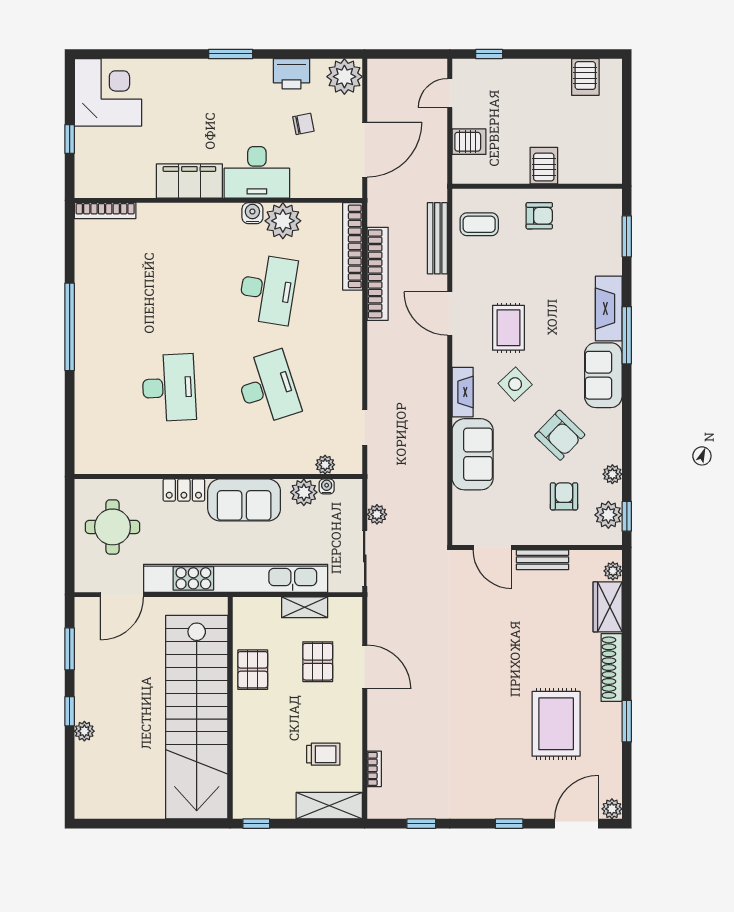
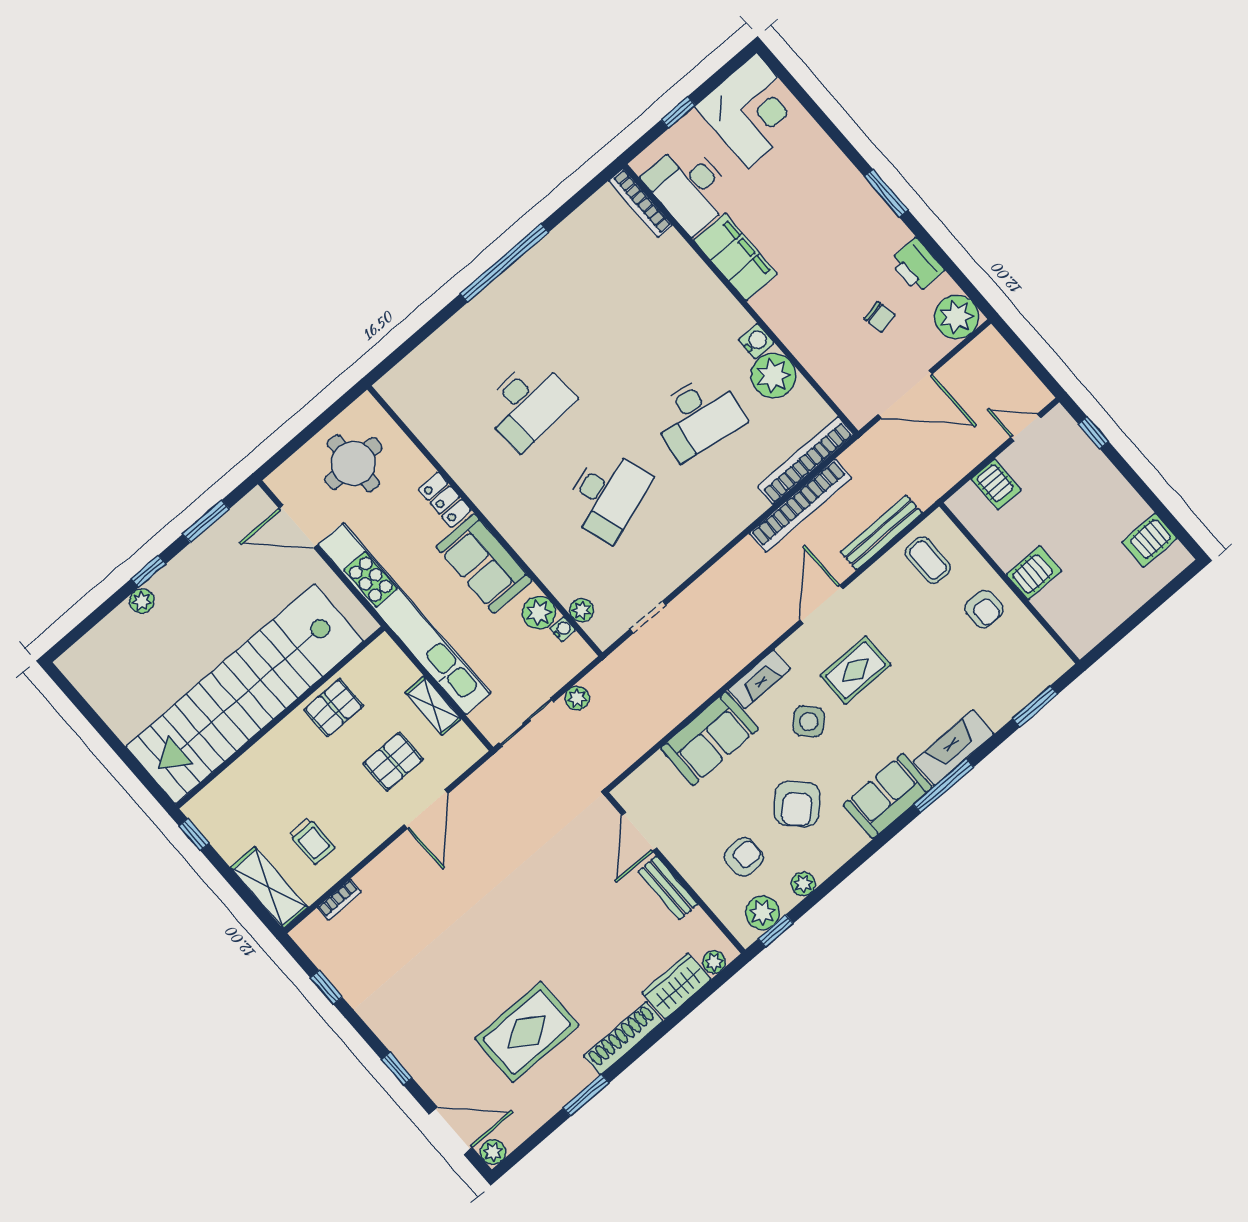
desk: (257, 172) -> (689, 188), moved

